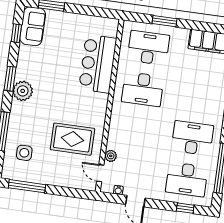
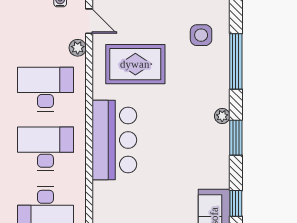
bar counter: (98, 64) -> (114, 140), moved
plant: (23, 91) -> (222, 116), width x0.53, depth x0.53
desk: (137, 130) -> (45, 89), added

